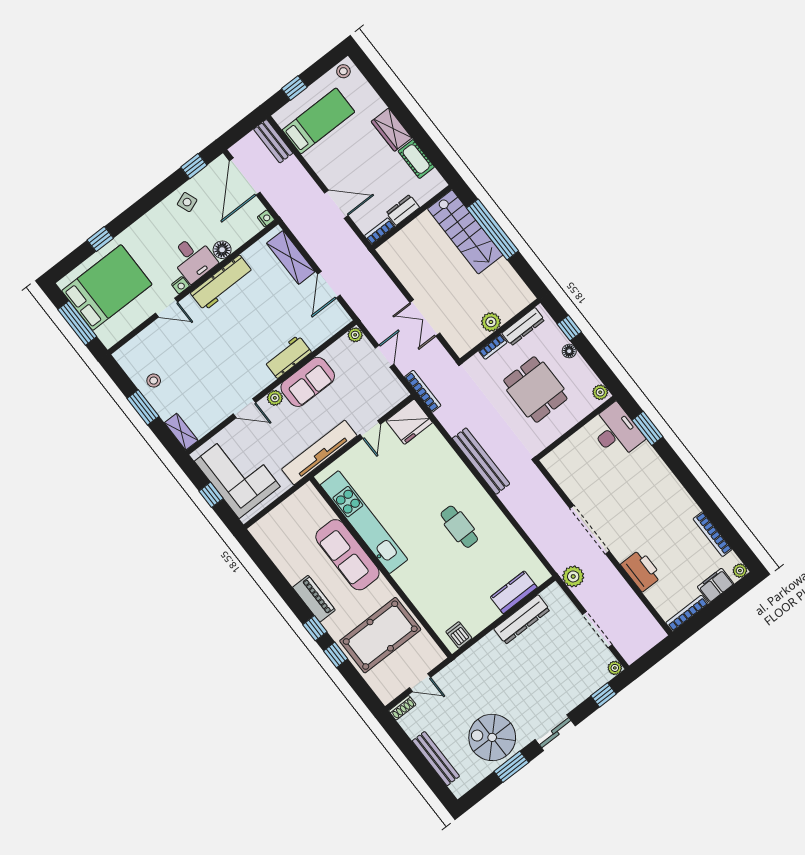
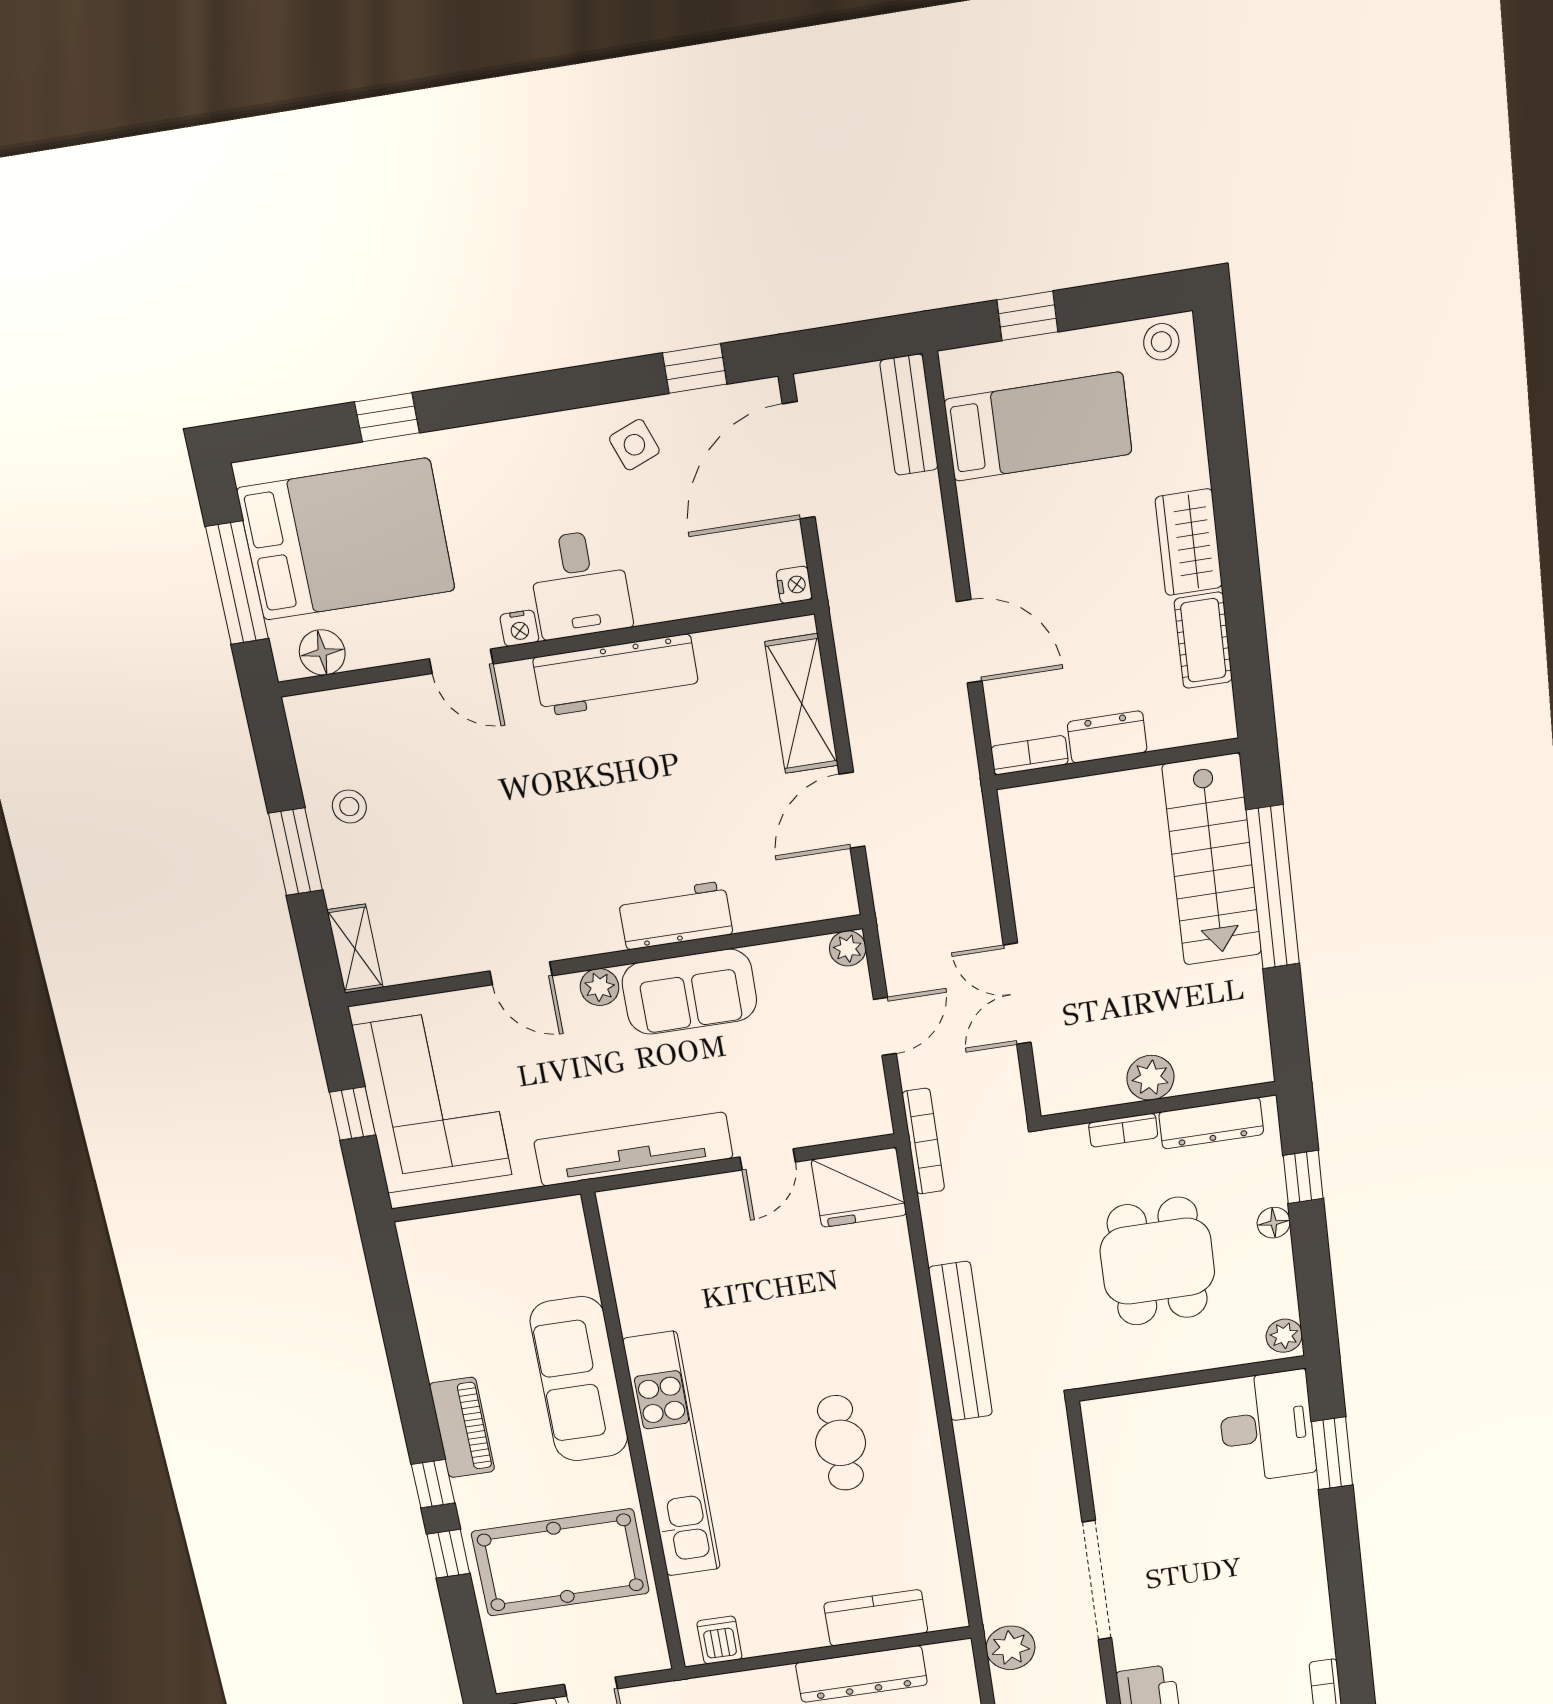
floor lamp: (222, 250) -> (322, 652), moved
kitchen unit: (364, 522) -> (672, 1455), moved

